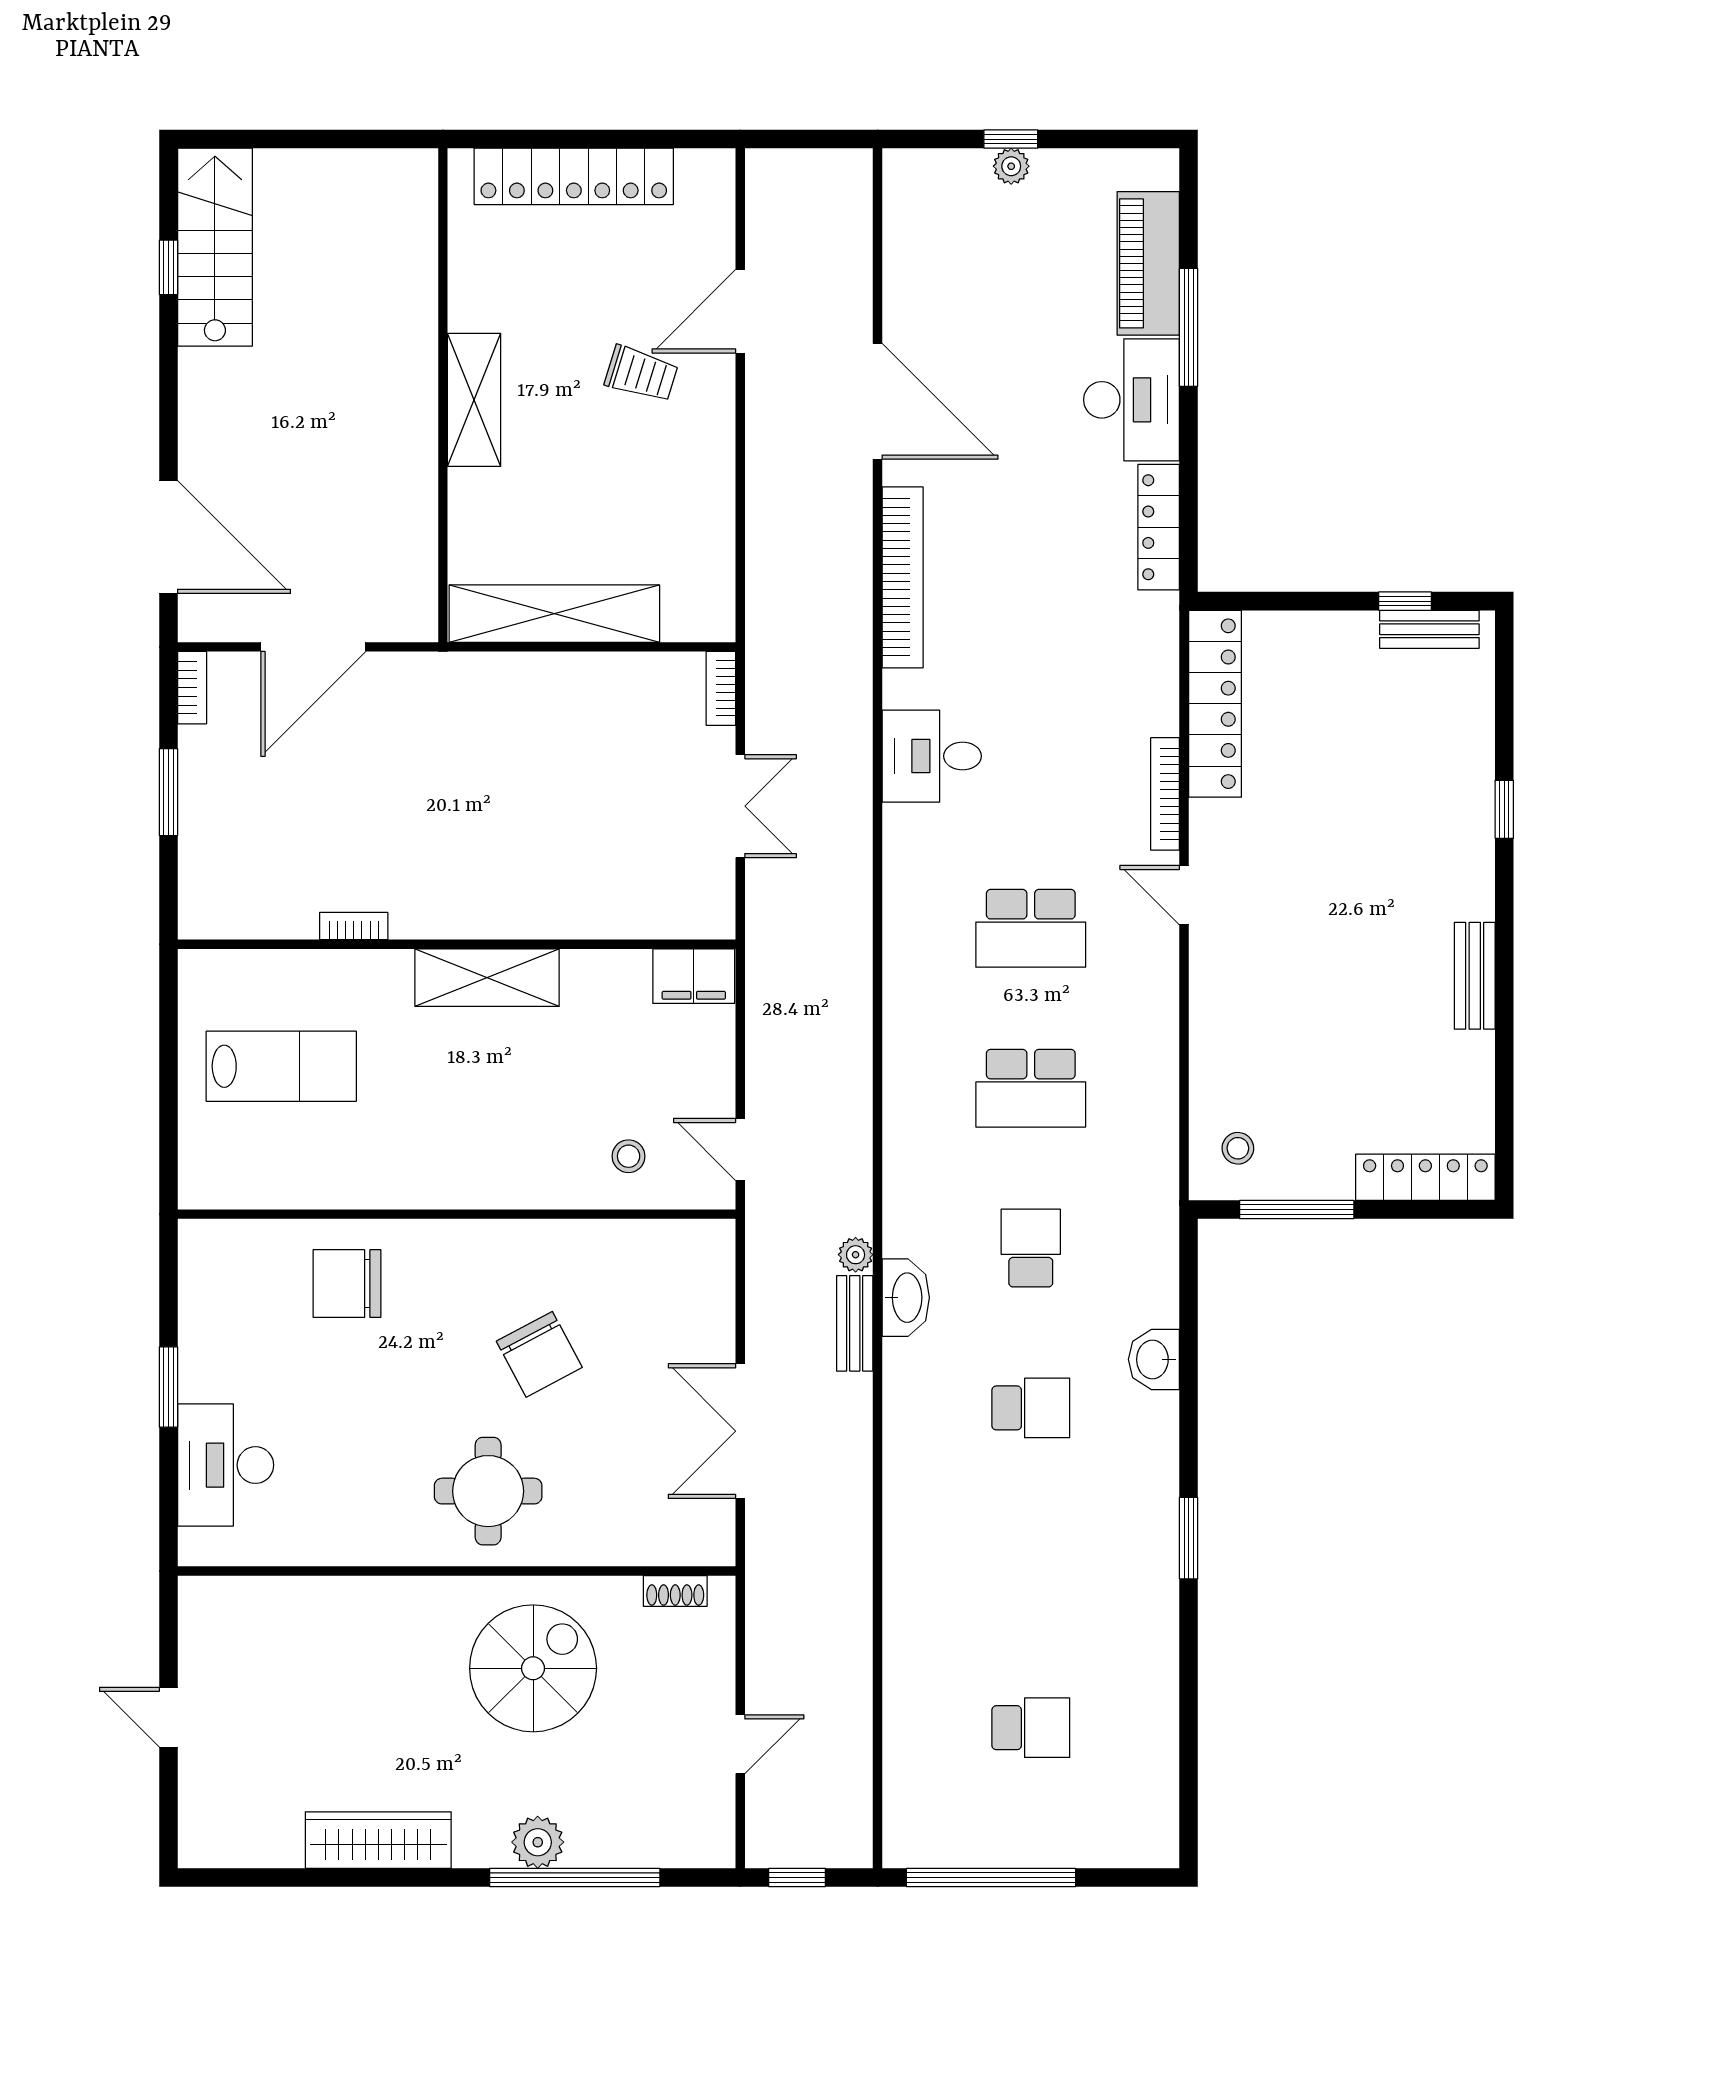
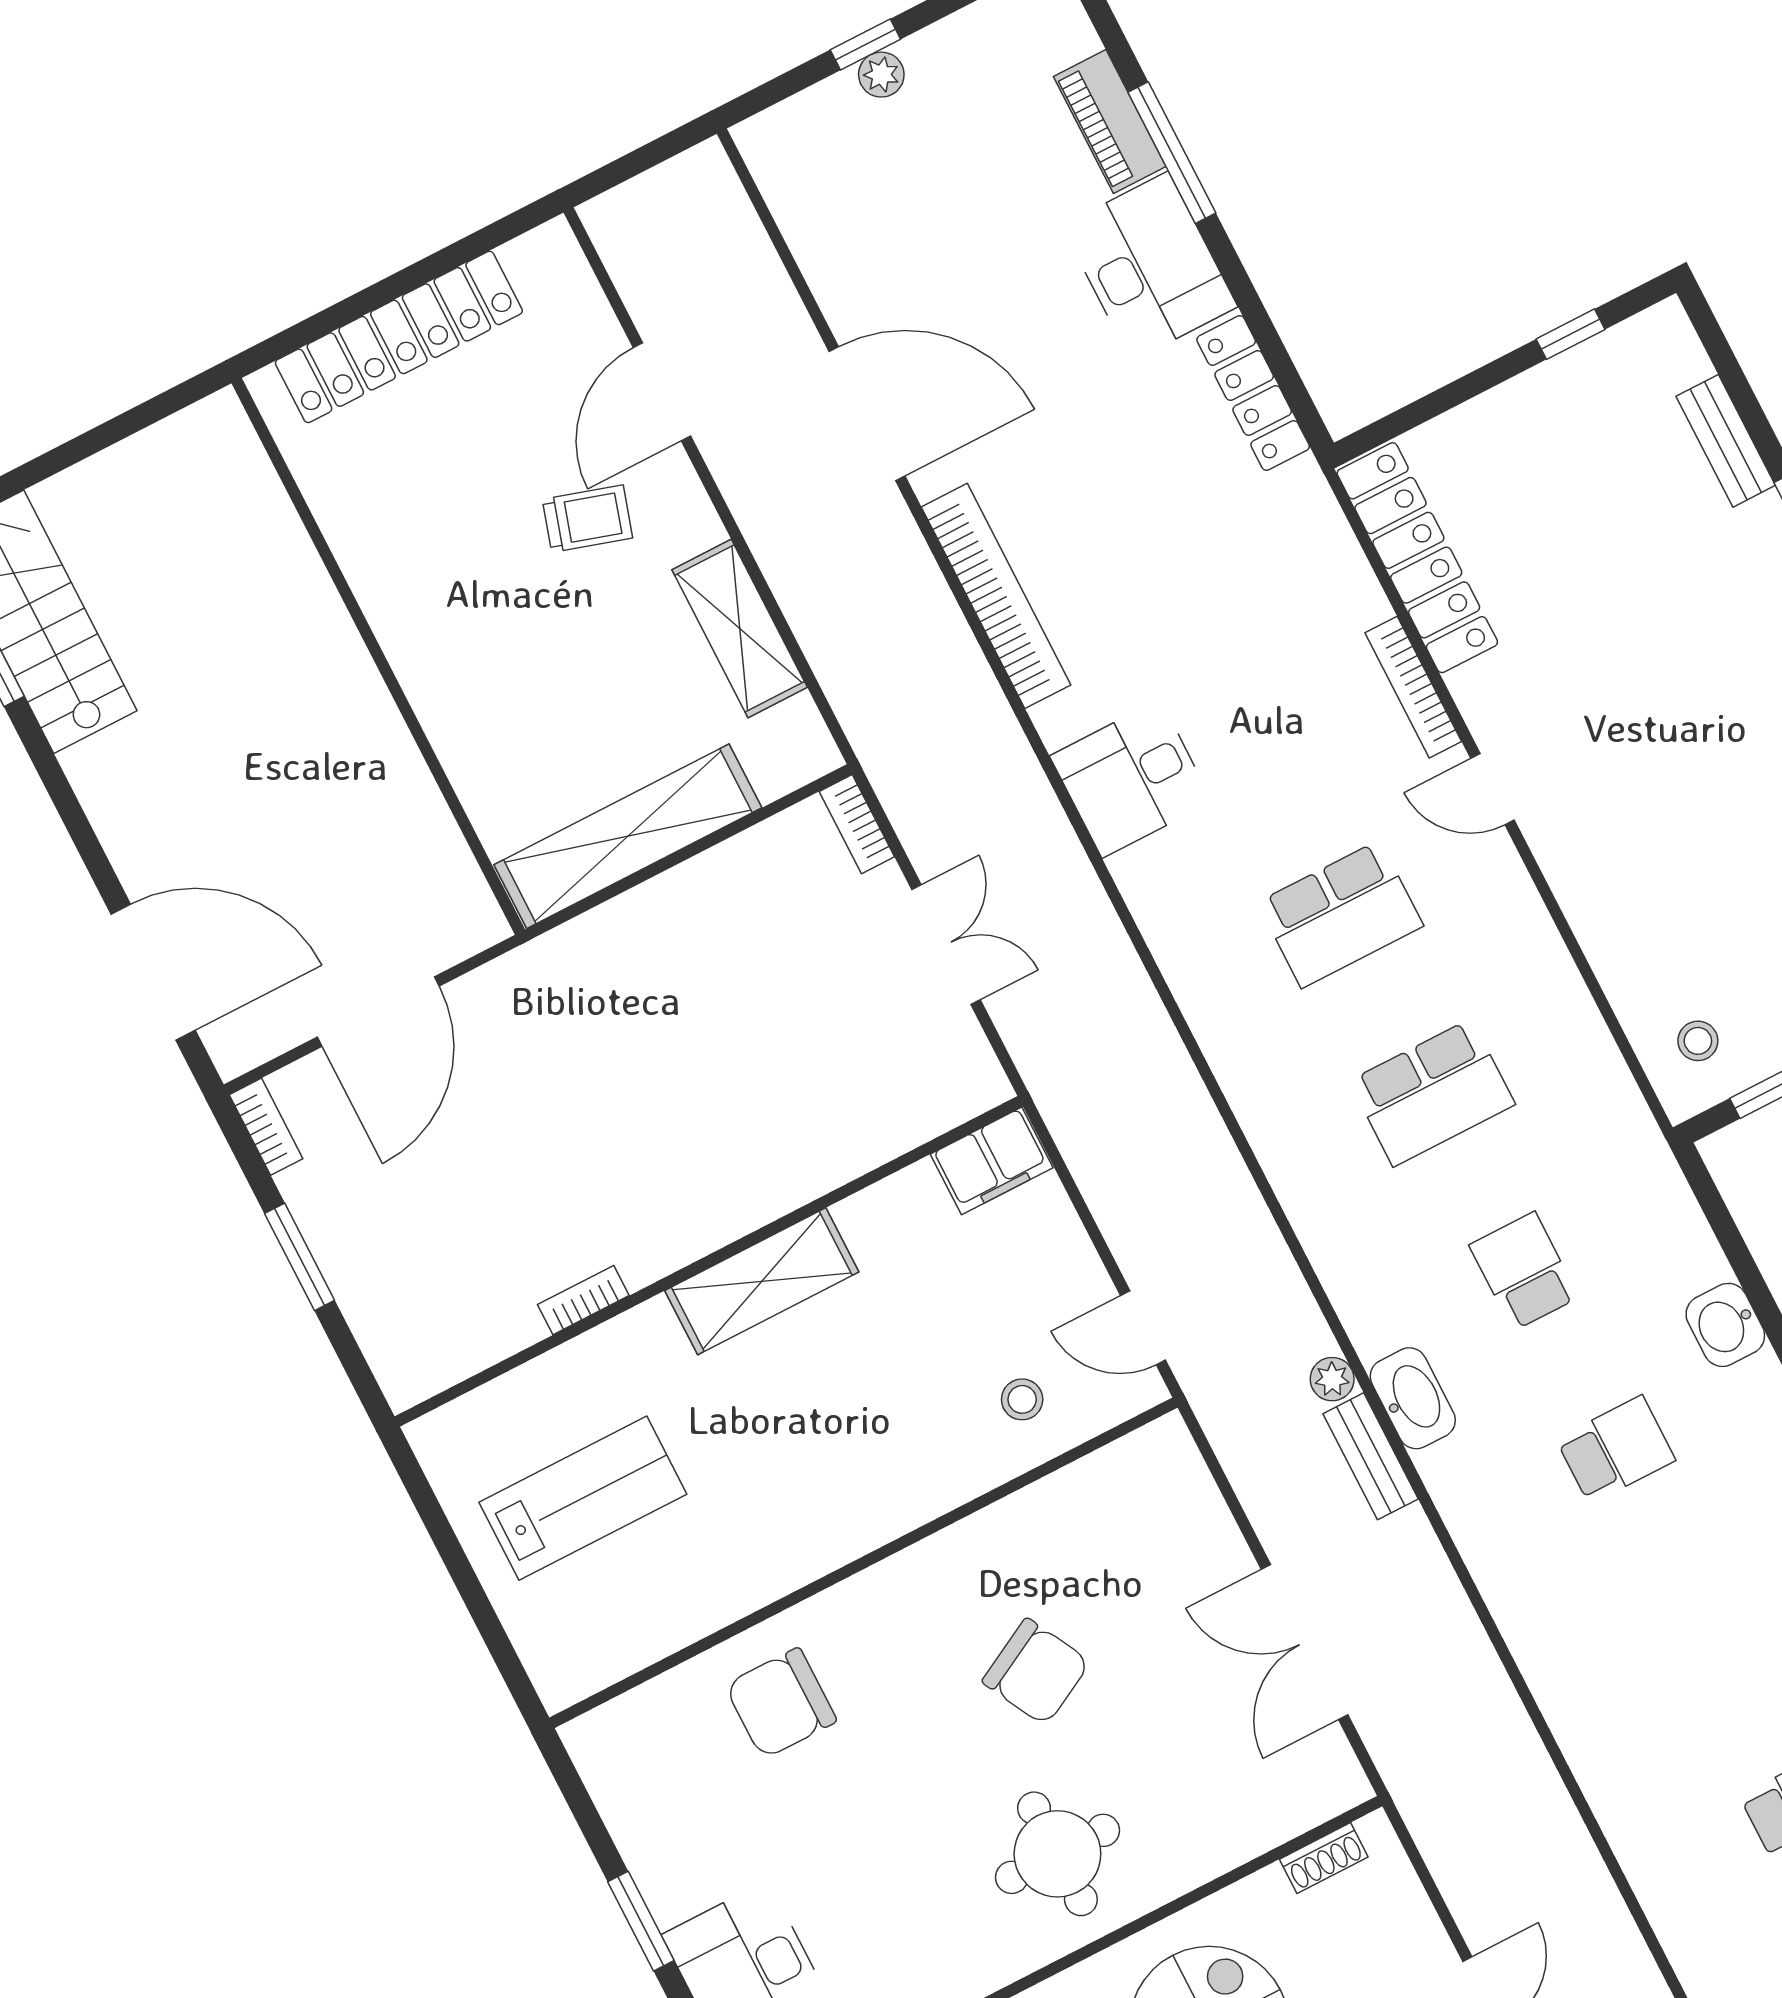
piano: (1148, 263) -> (1110, 121), width x0.73, depth x0.75
shelving: (474, 400) -> (740, 628), moved
bench: (1429, 629) -> (1726, 441), moved, turned 90

